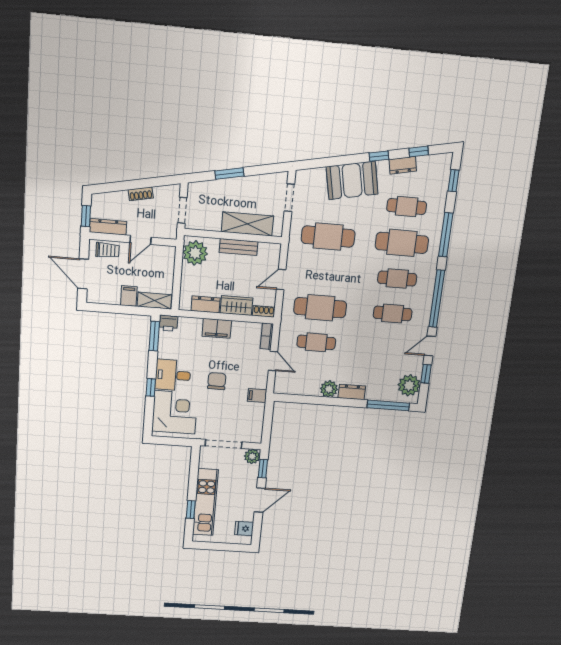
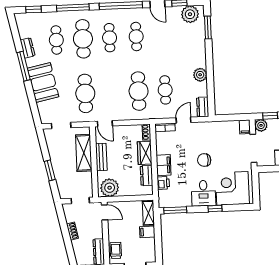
window: (419, 152) -> (17, 38), removed
window: (379, 156) -> (24, 66), width x2.17
door: (140, 240) -> (105, 212), moved
door: (281, 280) -> (105, 124), moved
printer: (168, 323) -> (163, 183), moved
dresser: (352, 392) -> (203, 107), moved
filing cabinet: (257, 396) -> (245, 127), moved
window: (388, 405) -> (208, 27), width x0.69

